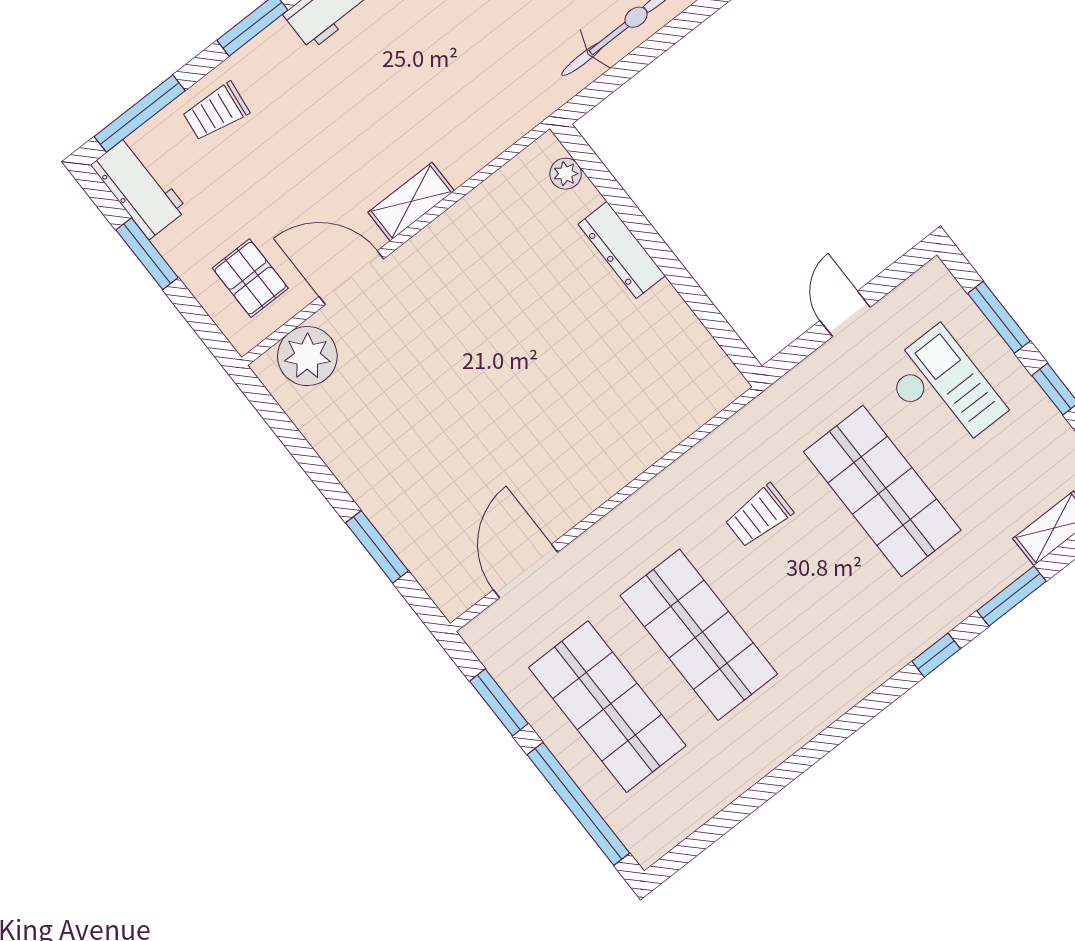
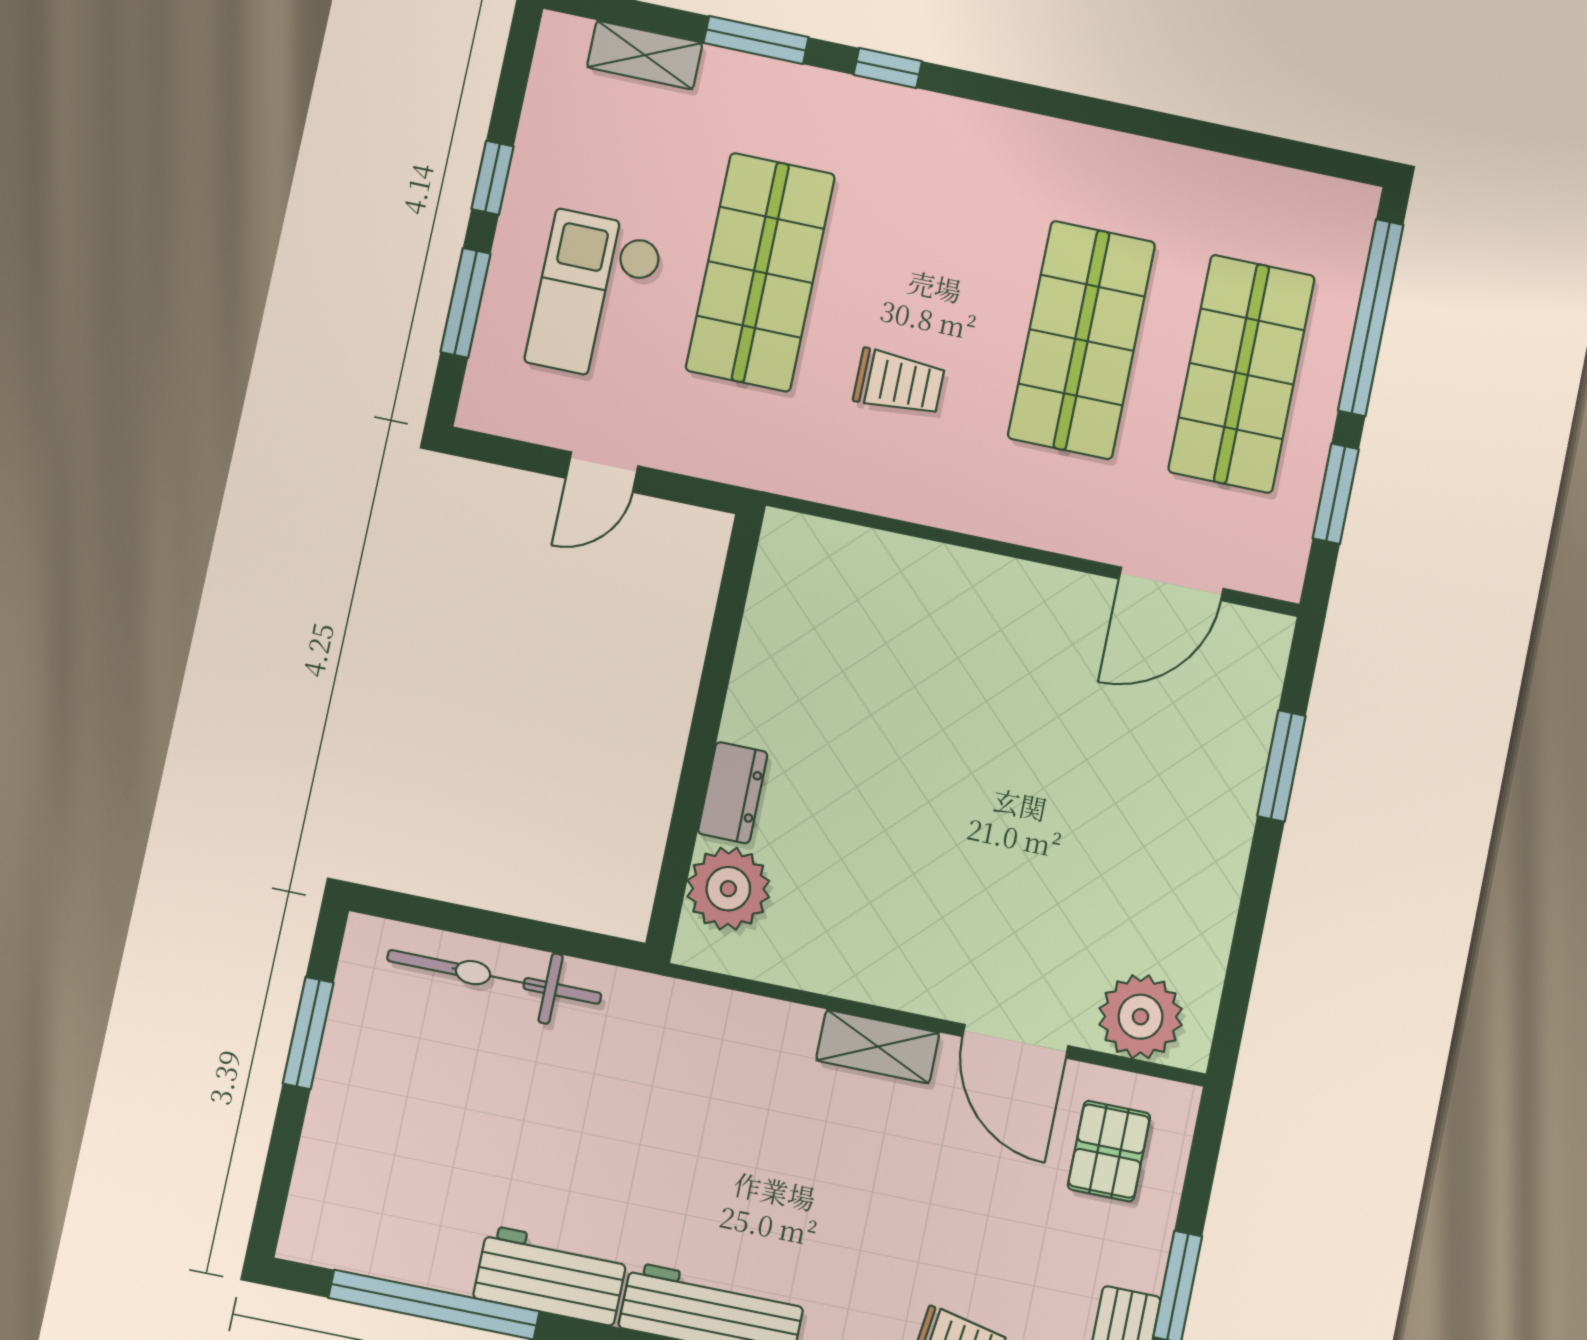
plant: (566, 174) -> (728, 889), width x1.88, depth x1.88
dresser: (622, 250) -> (733, 793), width x0.70

